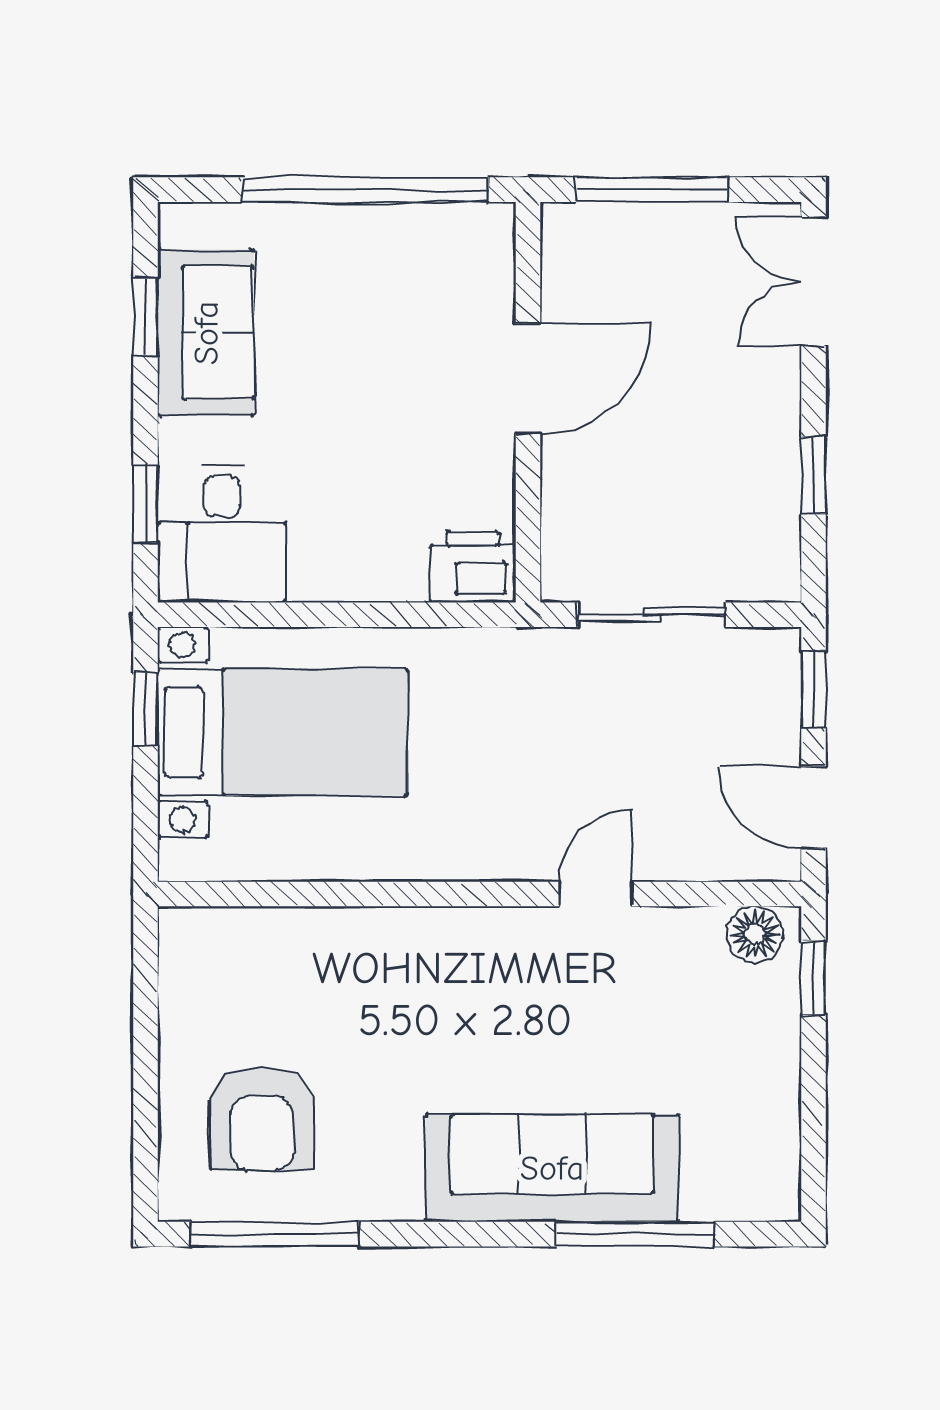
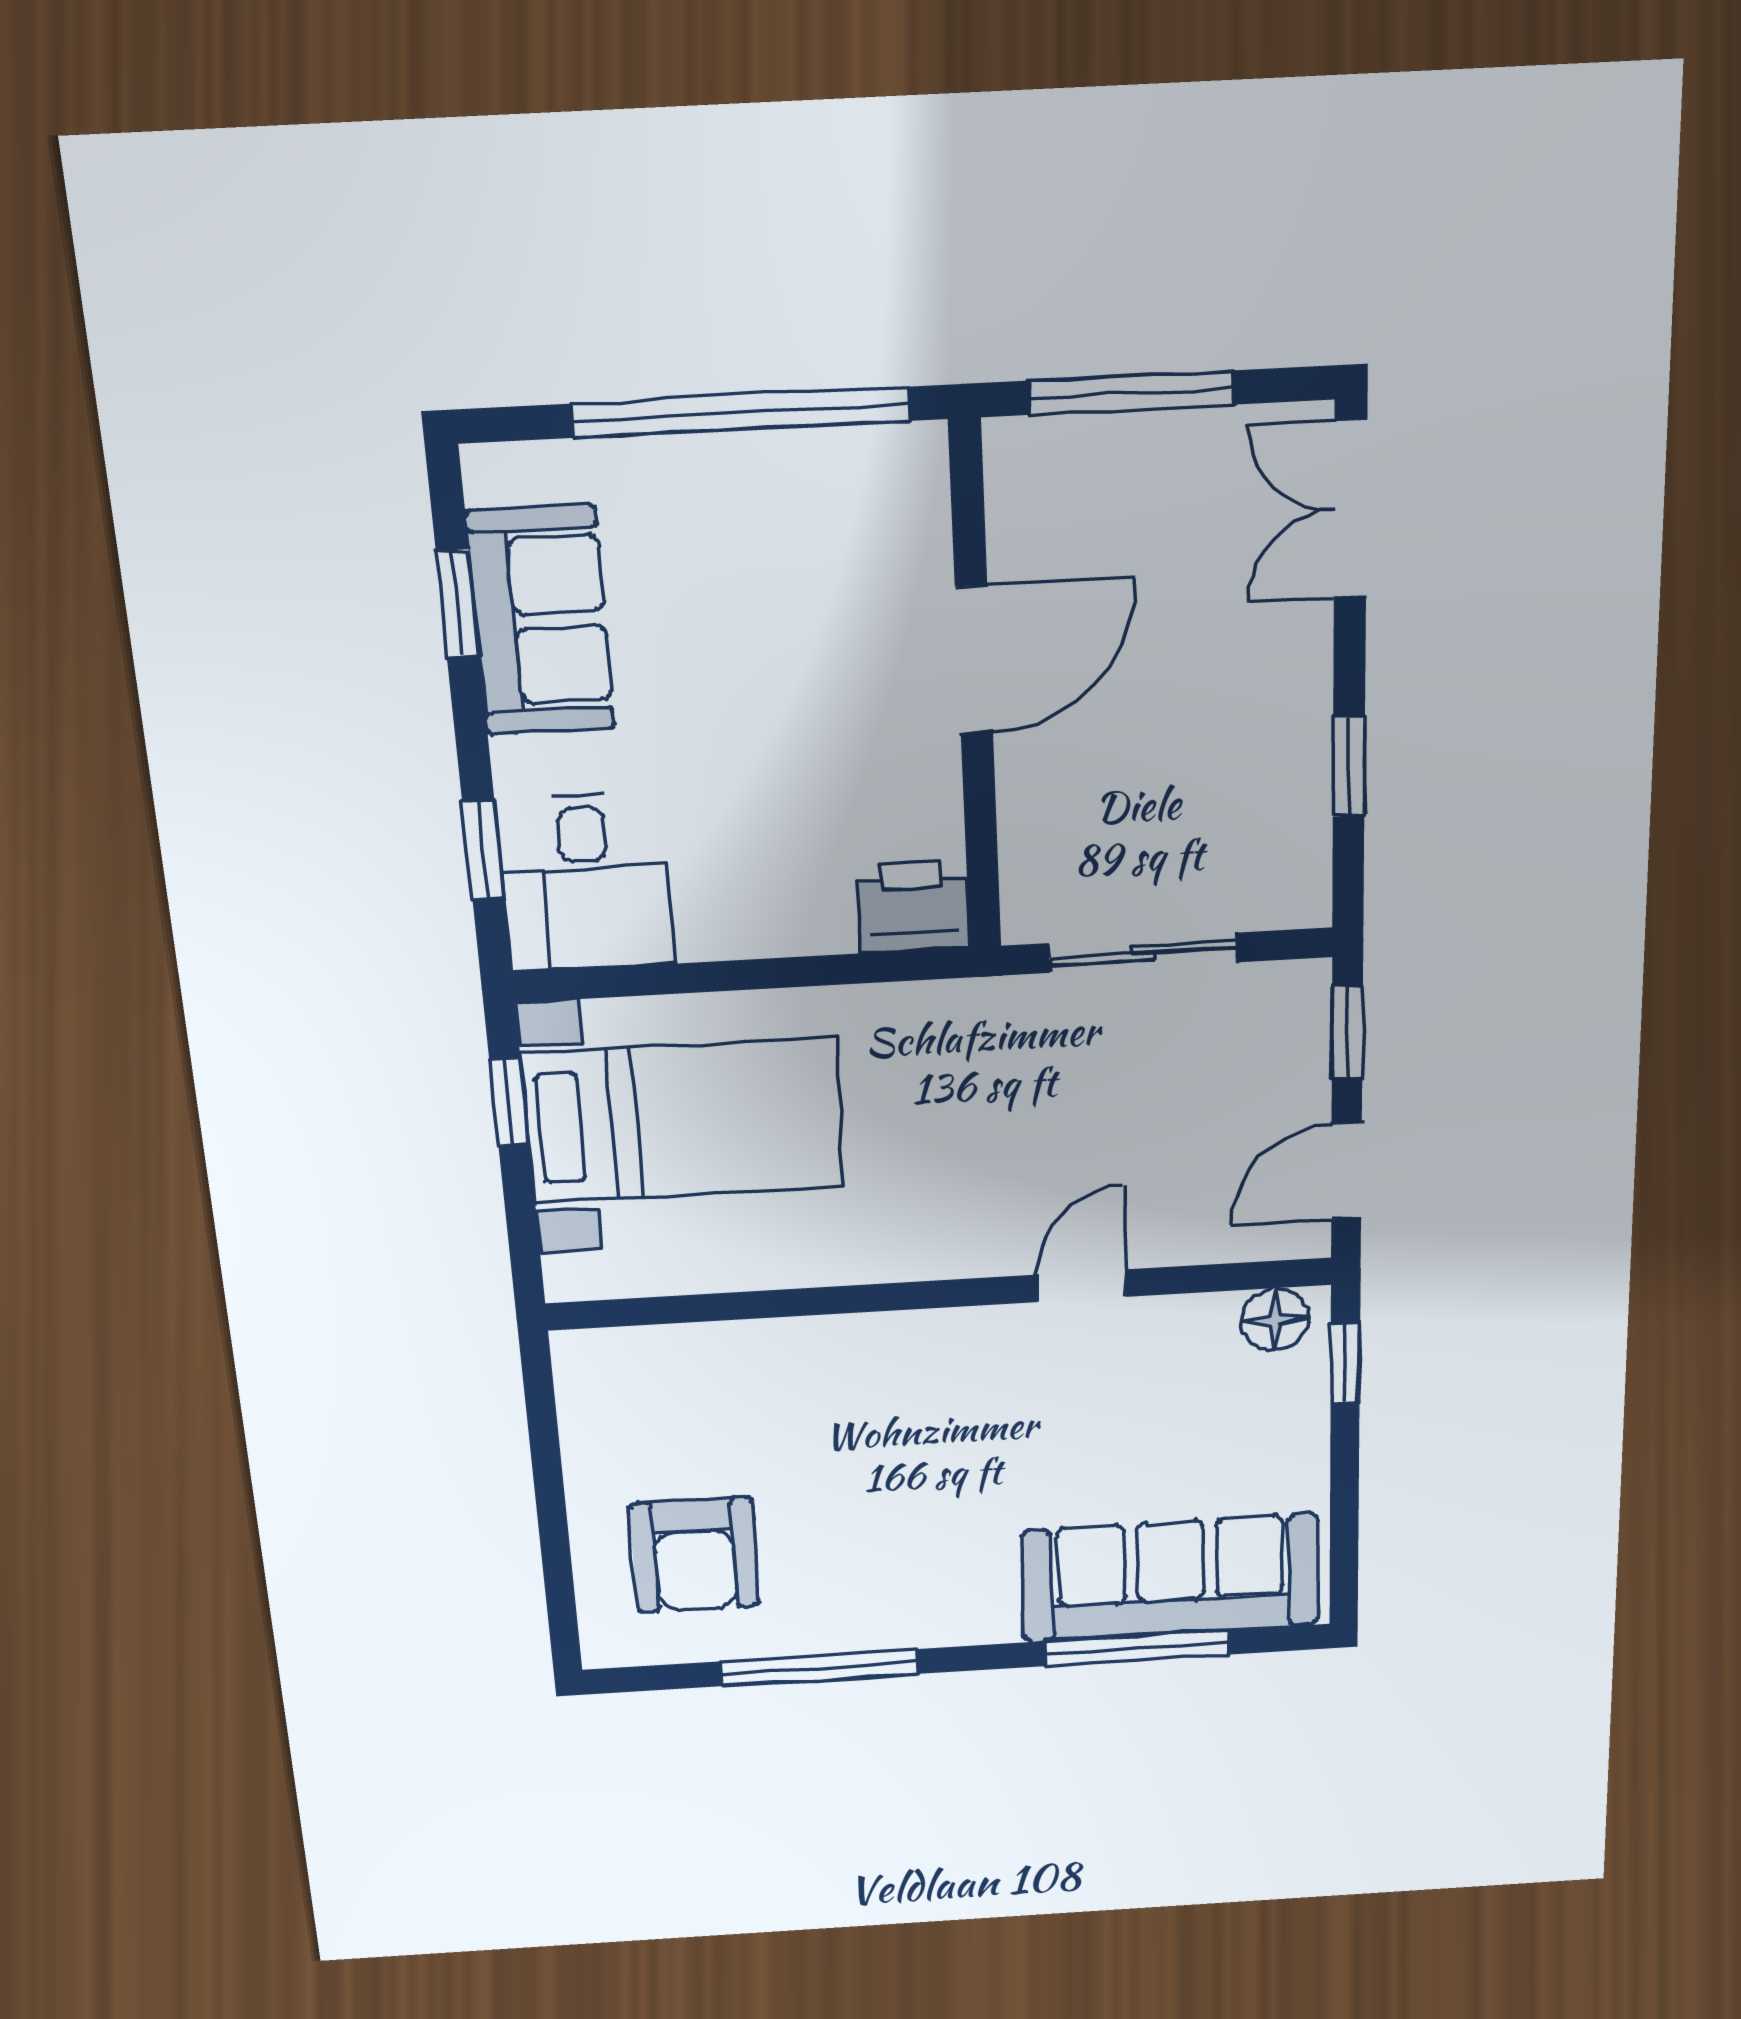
door: (814, 807) -> (1346, 1171), hinge flipped
sofa: (552, 1168) -> (1171, 1578), moved
window: (275, 1234) -> (819, 1668), moved

